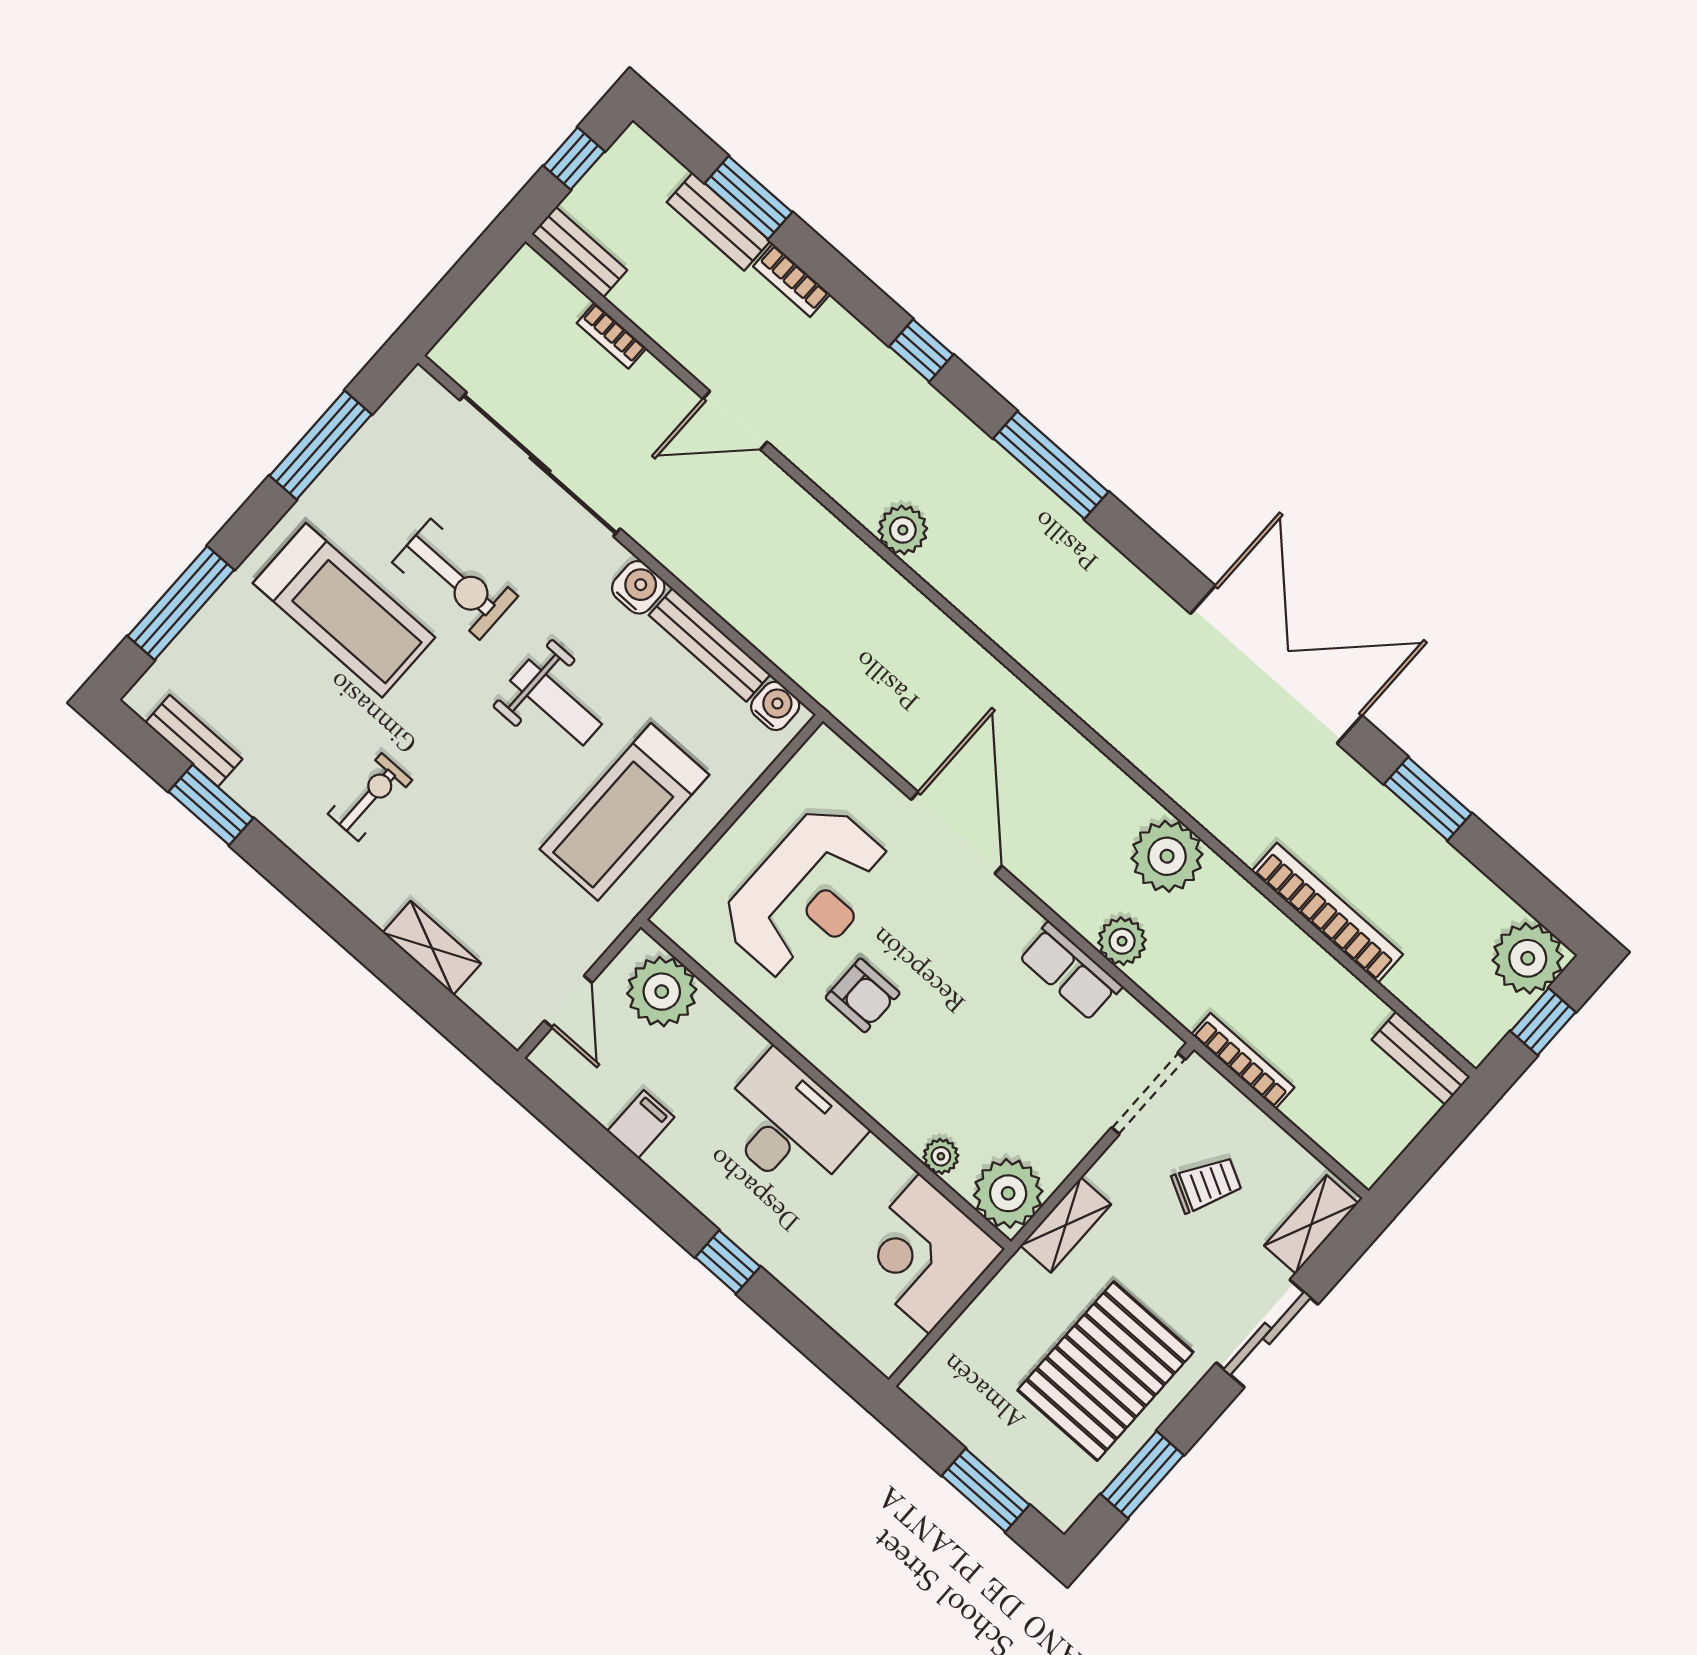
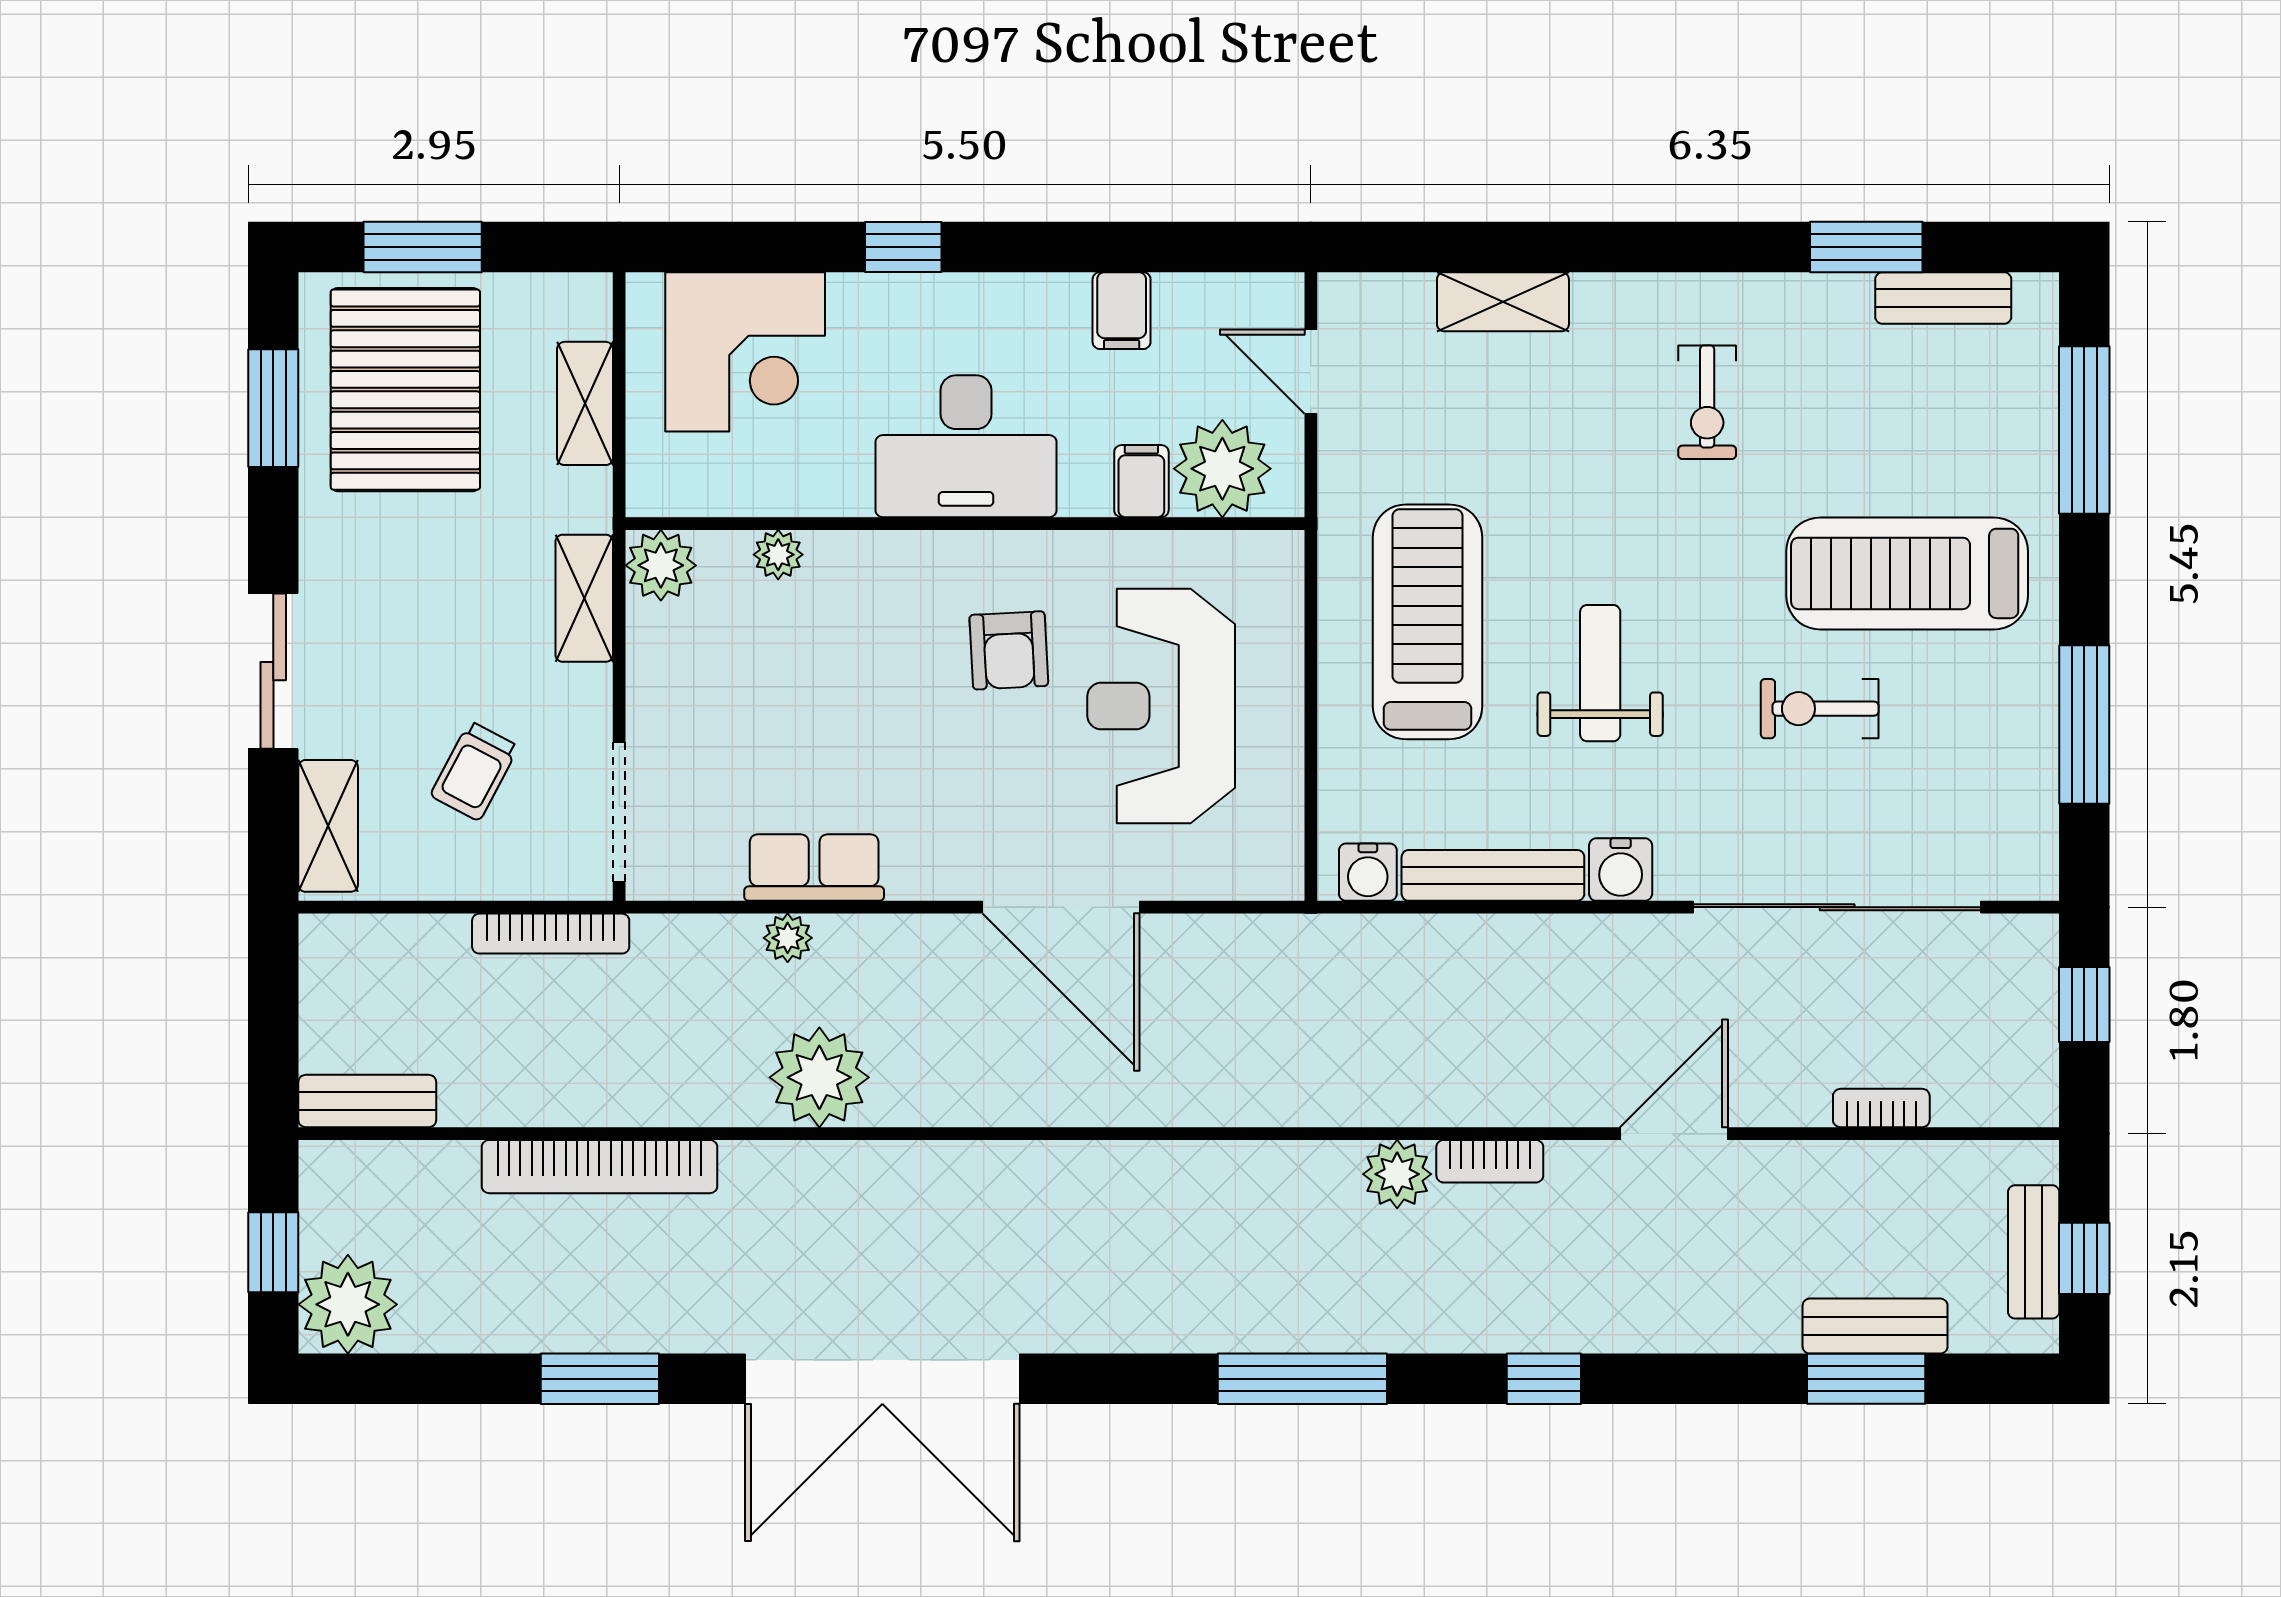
bench: (579, 252) -> (2034, 1252), moved, turned 90
bookcase: (792, 280) -> (1490, 1161), moved, turned 180
window: (454, 295) -> (2084, 1005), added
exercise bike: (455, 579) -> (1820, 709), width x0.73, depth x0.72
weight bench: (556, 702) -> (1600, 673), turned 90
plant: (1122, 941) -> (788, 938), width x0.73, depth x0.73
armchair: (863, 995) -> (1009, 650), turned -93
filing cabinet: (711, 1023) -> (1141, 481), added
plant: (1008, 1193) -> (661, 565), width x0.73, depth x0.73
corner desk: (924, 1254) -> (745, 352), moved, turned 90
shelving: (973, 1329) -> (585, 403), added
pallet: (1105, 1371) -> (405, 390), moved

